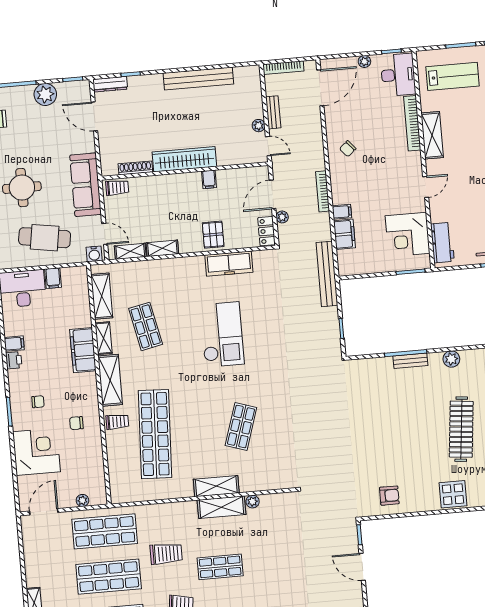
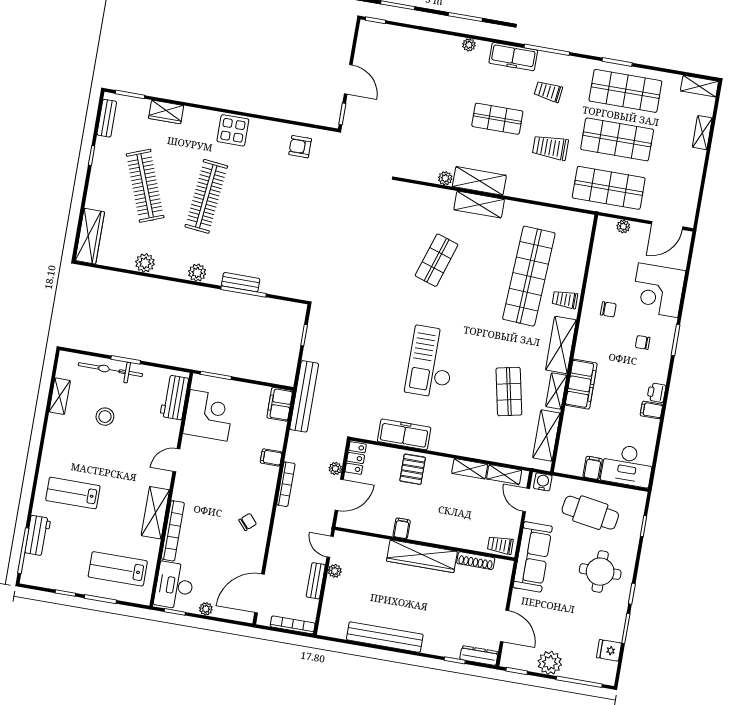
filing cabinet: (344, 234) -> (280, 404), moved

